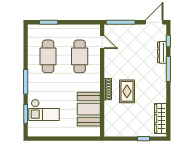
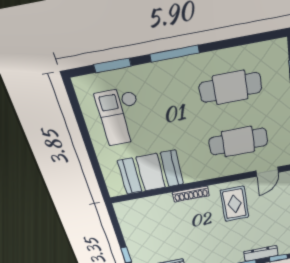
rug: (127, 91) -> (234, 204), moved, turned 90
checkout: (44, 110) -> (121, 117), moved

